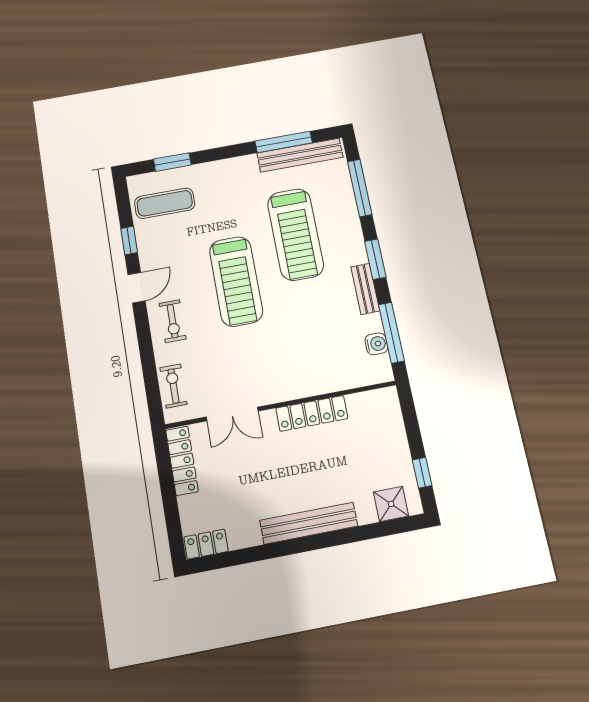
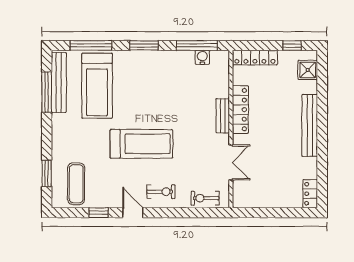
treadmill: (296, 234) -> (97, 86), moved, turned 90
bench: (365, 289) -> (223, 116), moved, turned 90
locker: (182, 461) -> (255, 58), moved, turned 180

